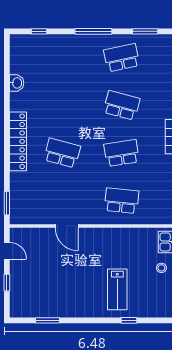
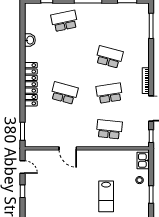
school desk: (122, 58) -> (64, 21), moved

